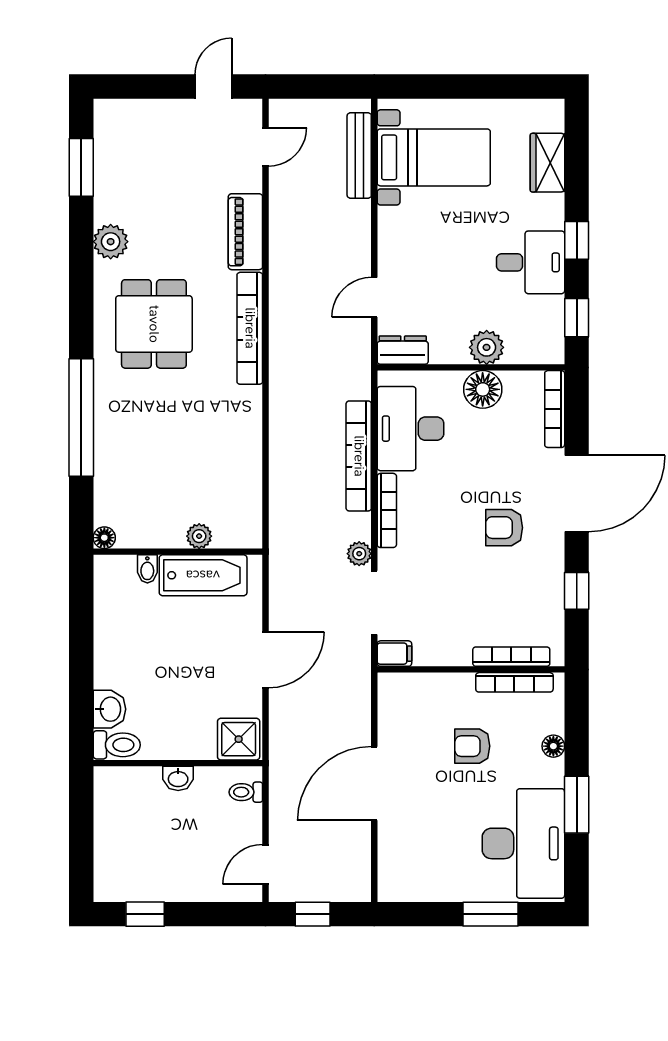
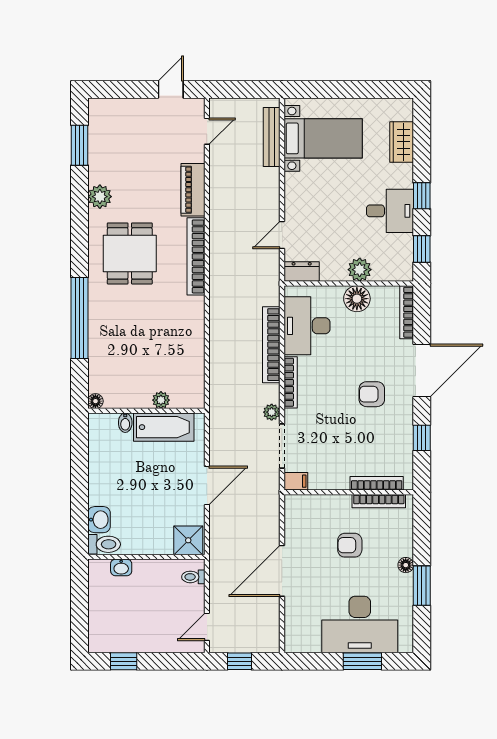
floor lamp: (553, 746) -> (406, 565), moved
washbasin: (178, 778) -> (121, 567), moved
desk: (523, 843) -> (360, 624), moved, turned 90

